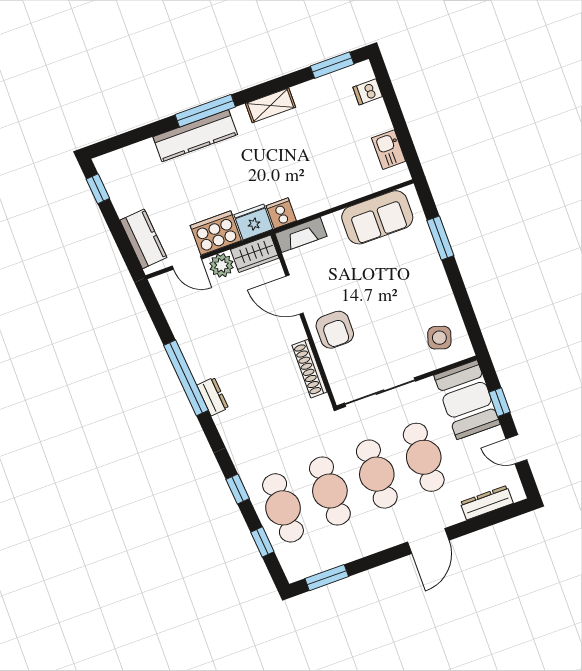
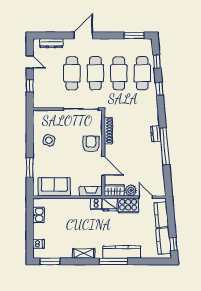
kitchen counter: (120, 188) -> (163, 241), added
side table: (439, 338) -> (49, 140), moved
booth: (467, 400) -> (44, 92), removed

